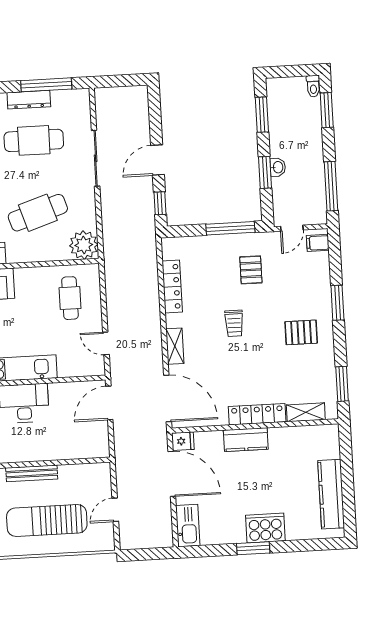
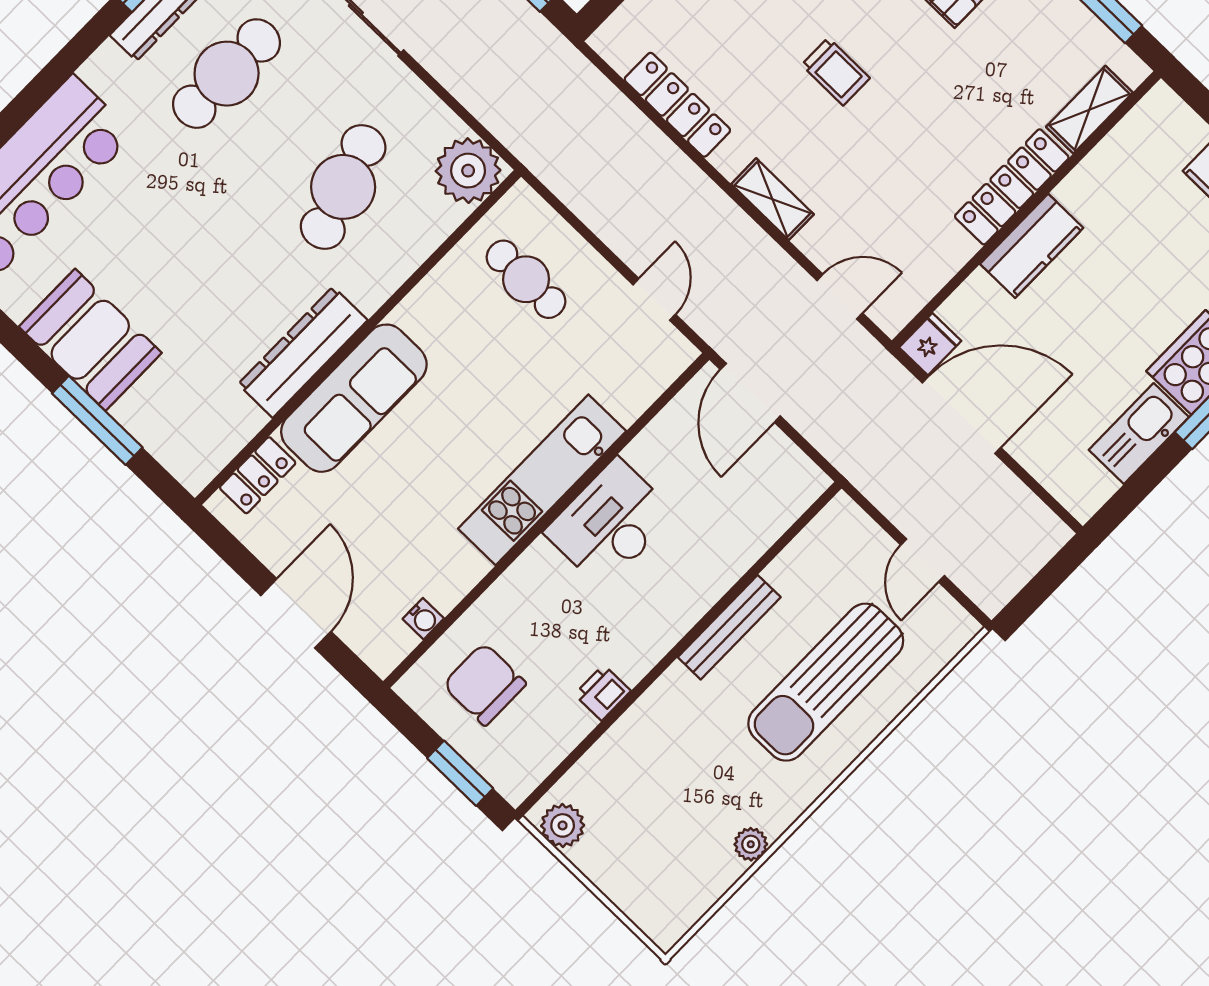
door: (106, 343) -> (654, 299), swing flipped
door: (168, 398) -> (840, 297), width x0.53
kitchen sink: (188, 526) -> (1139, 434), moved, turned -90

